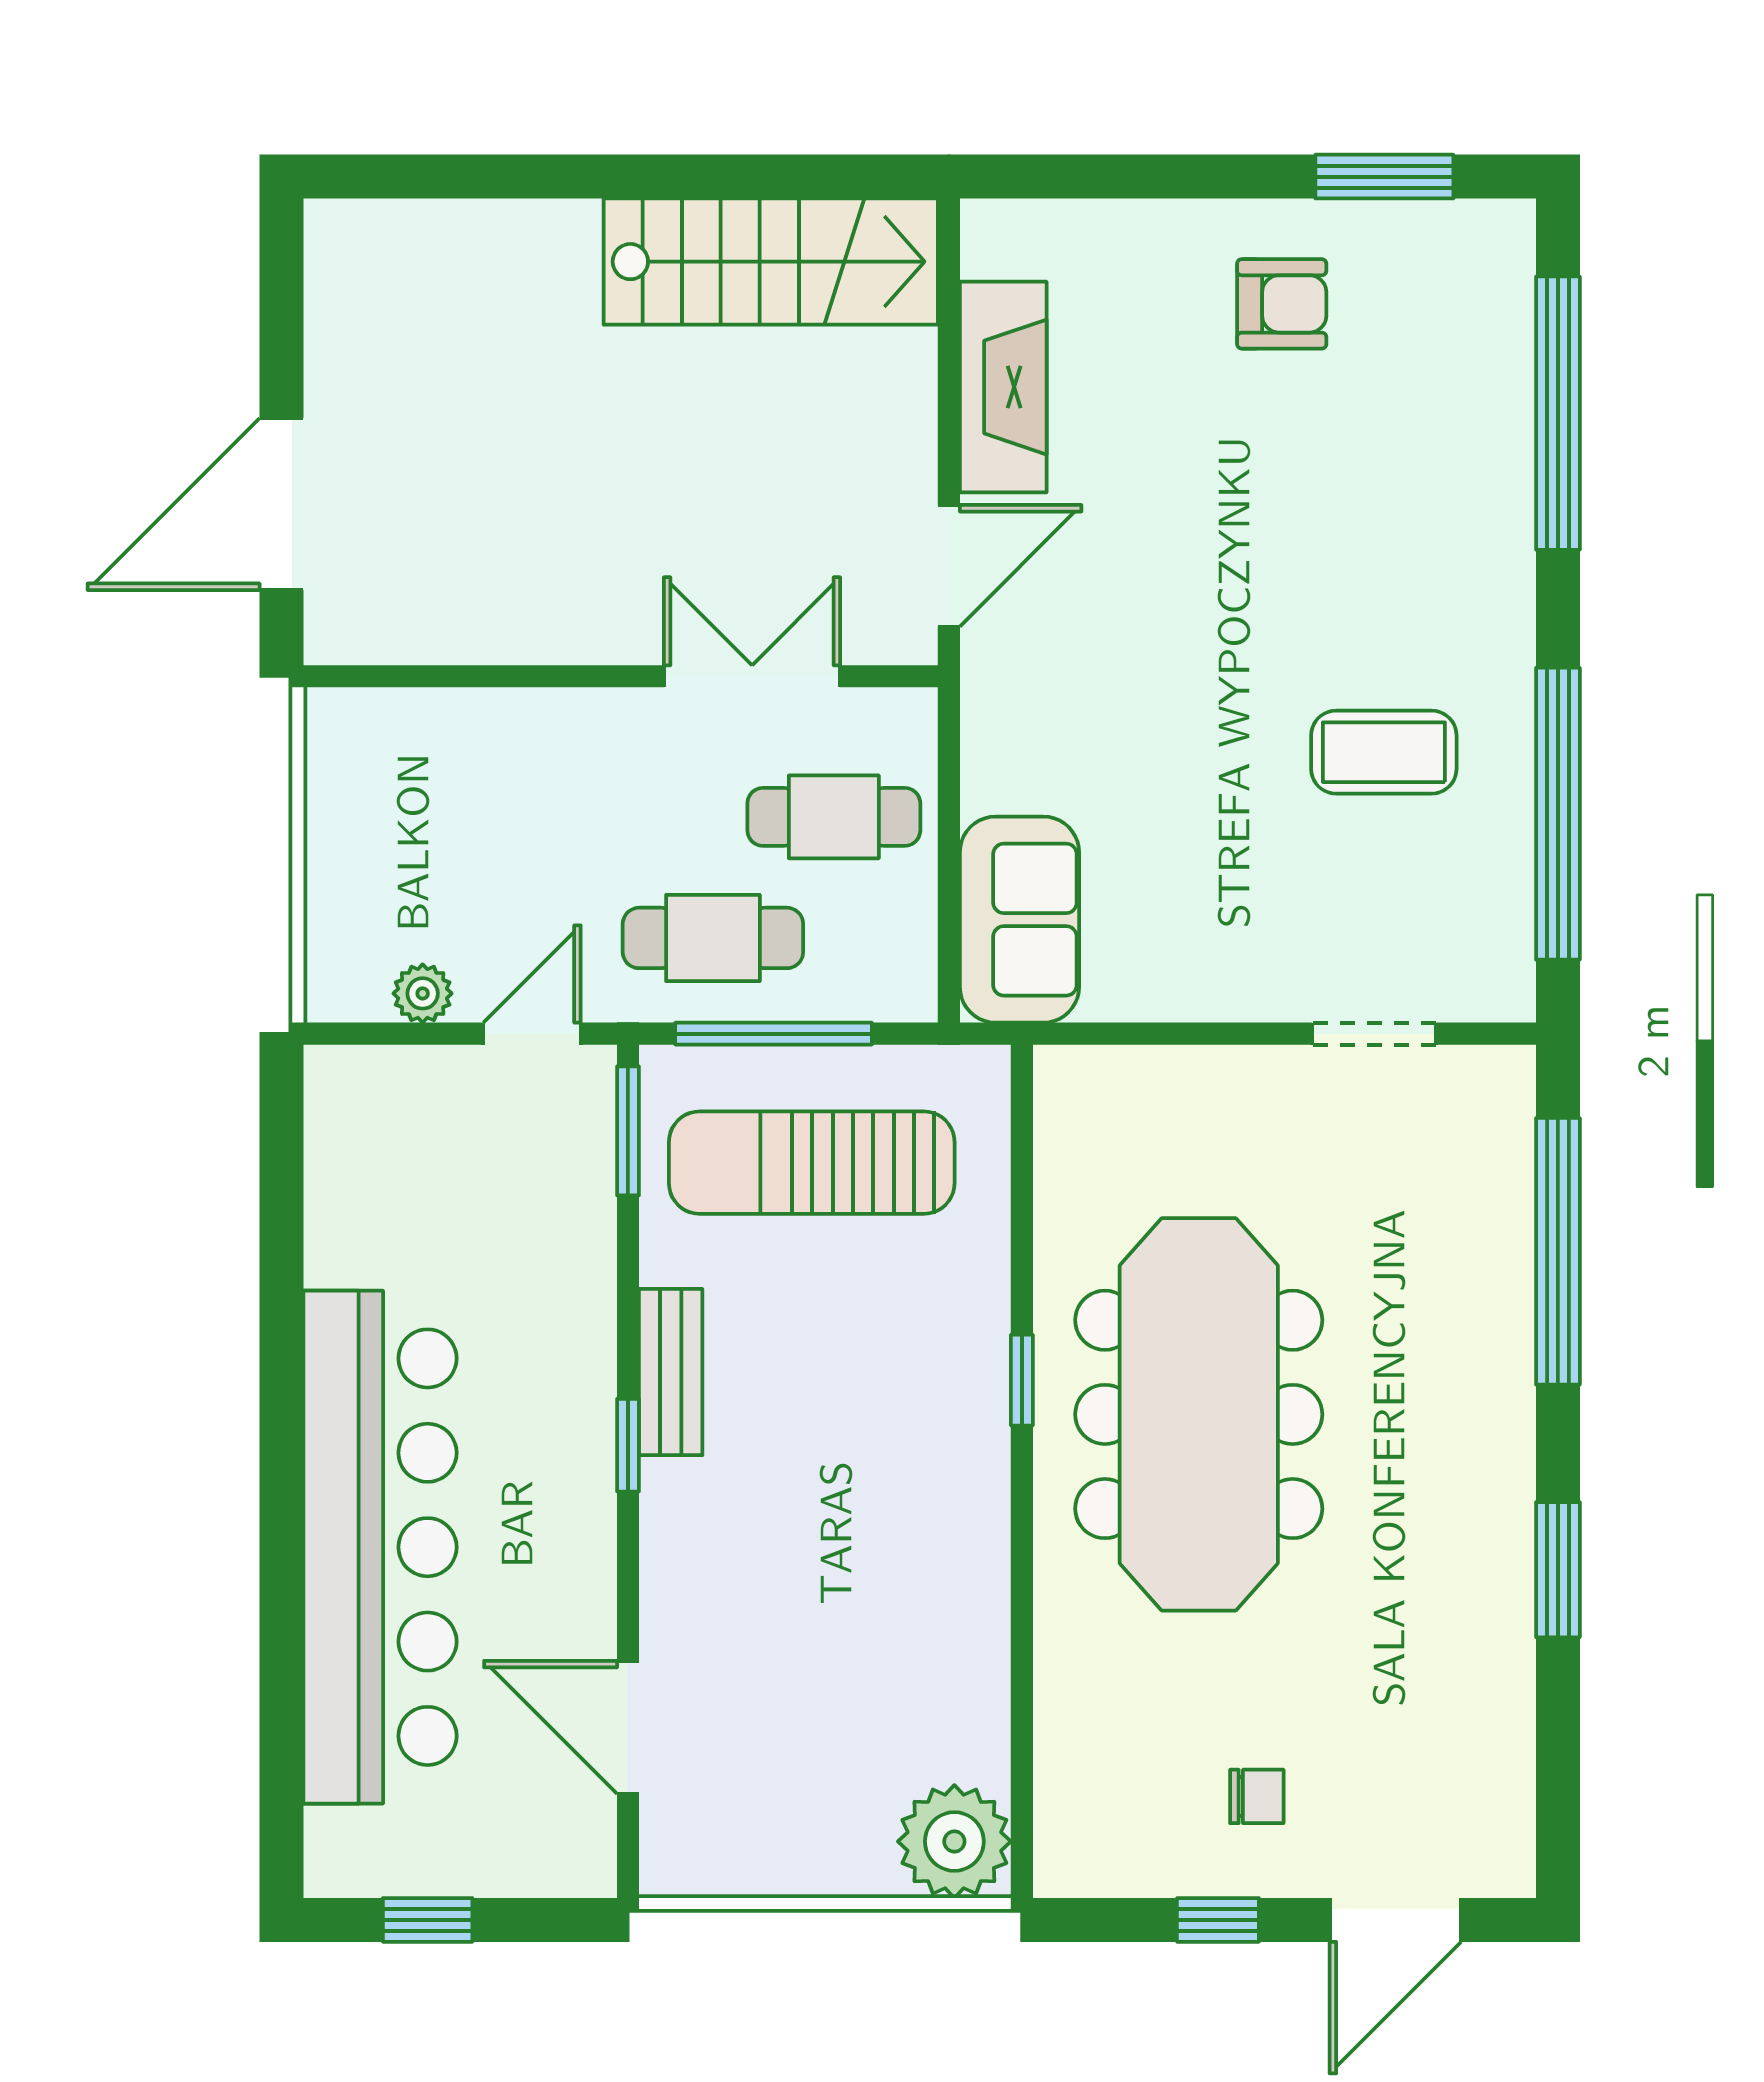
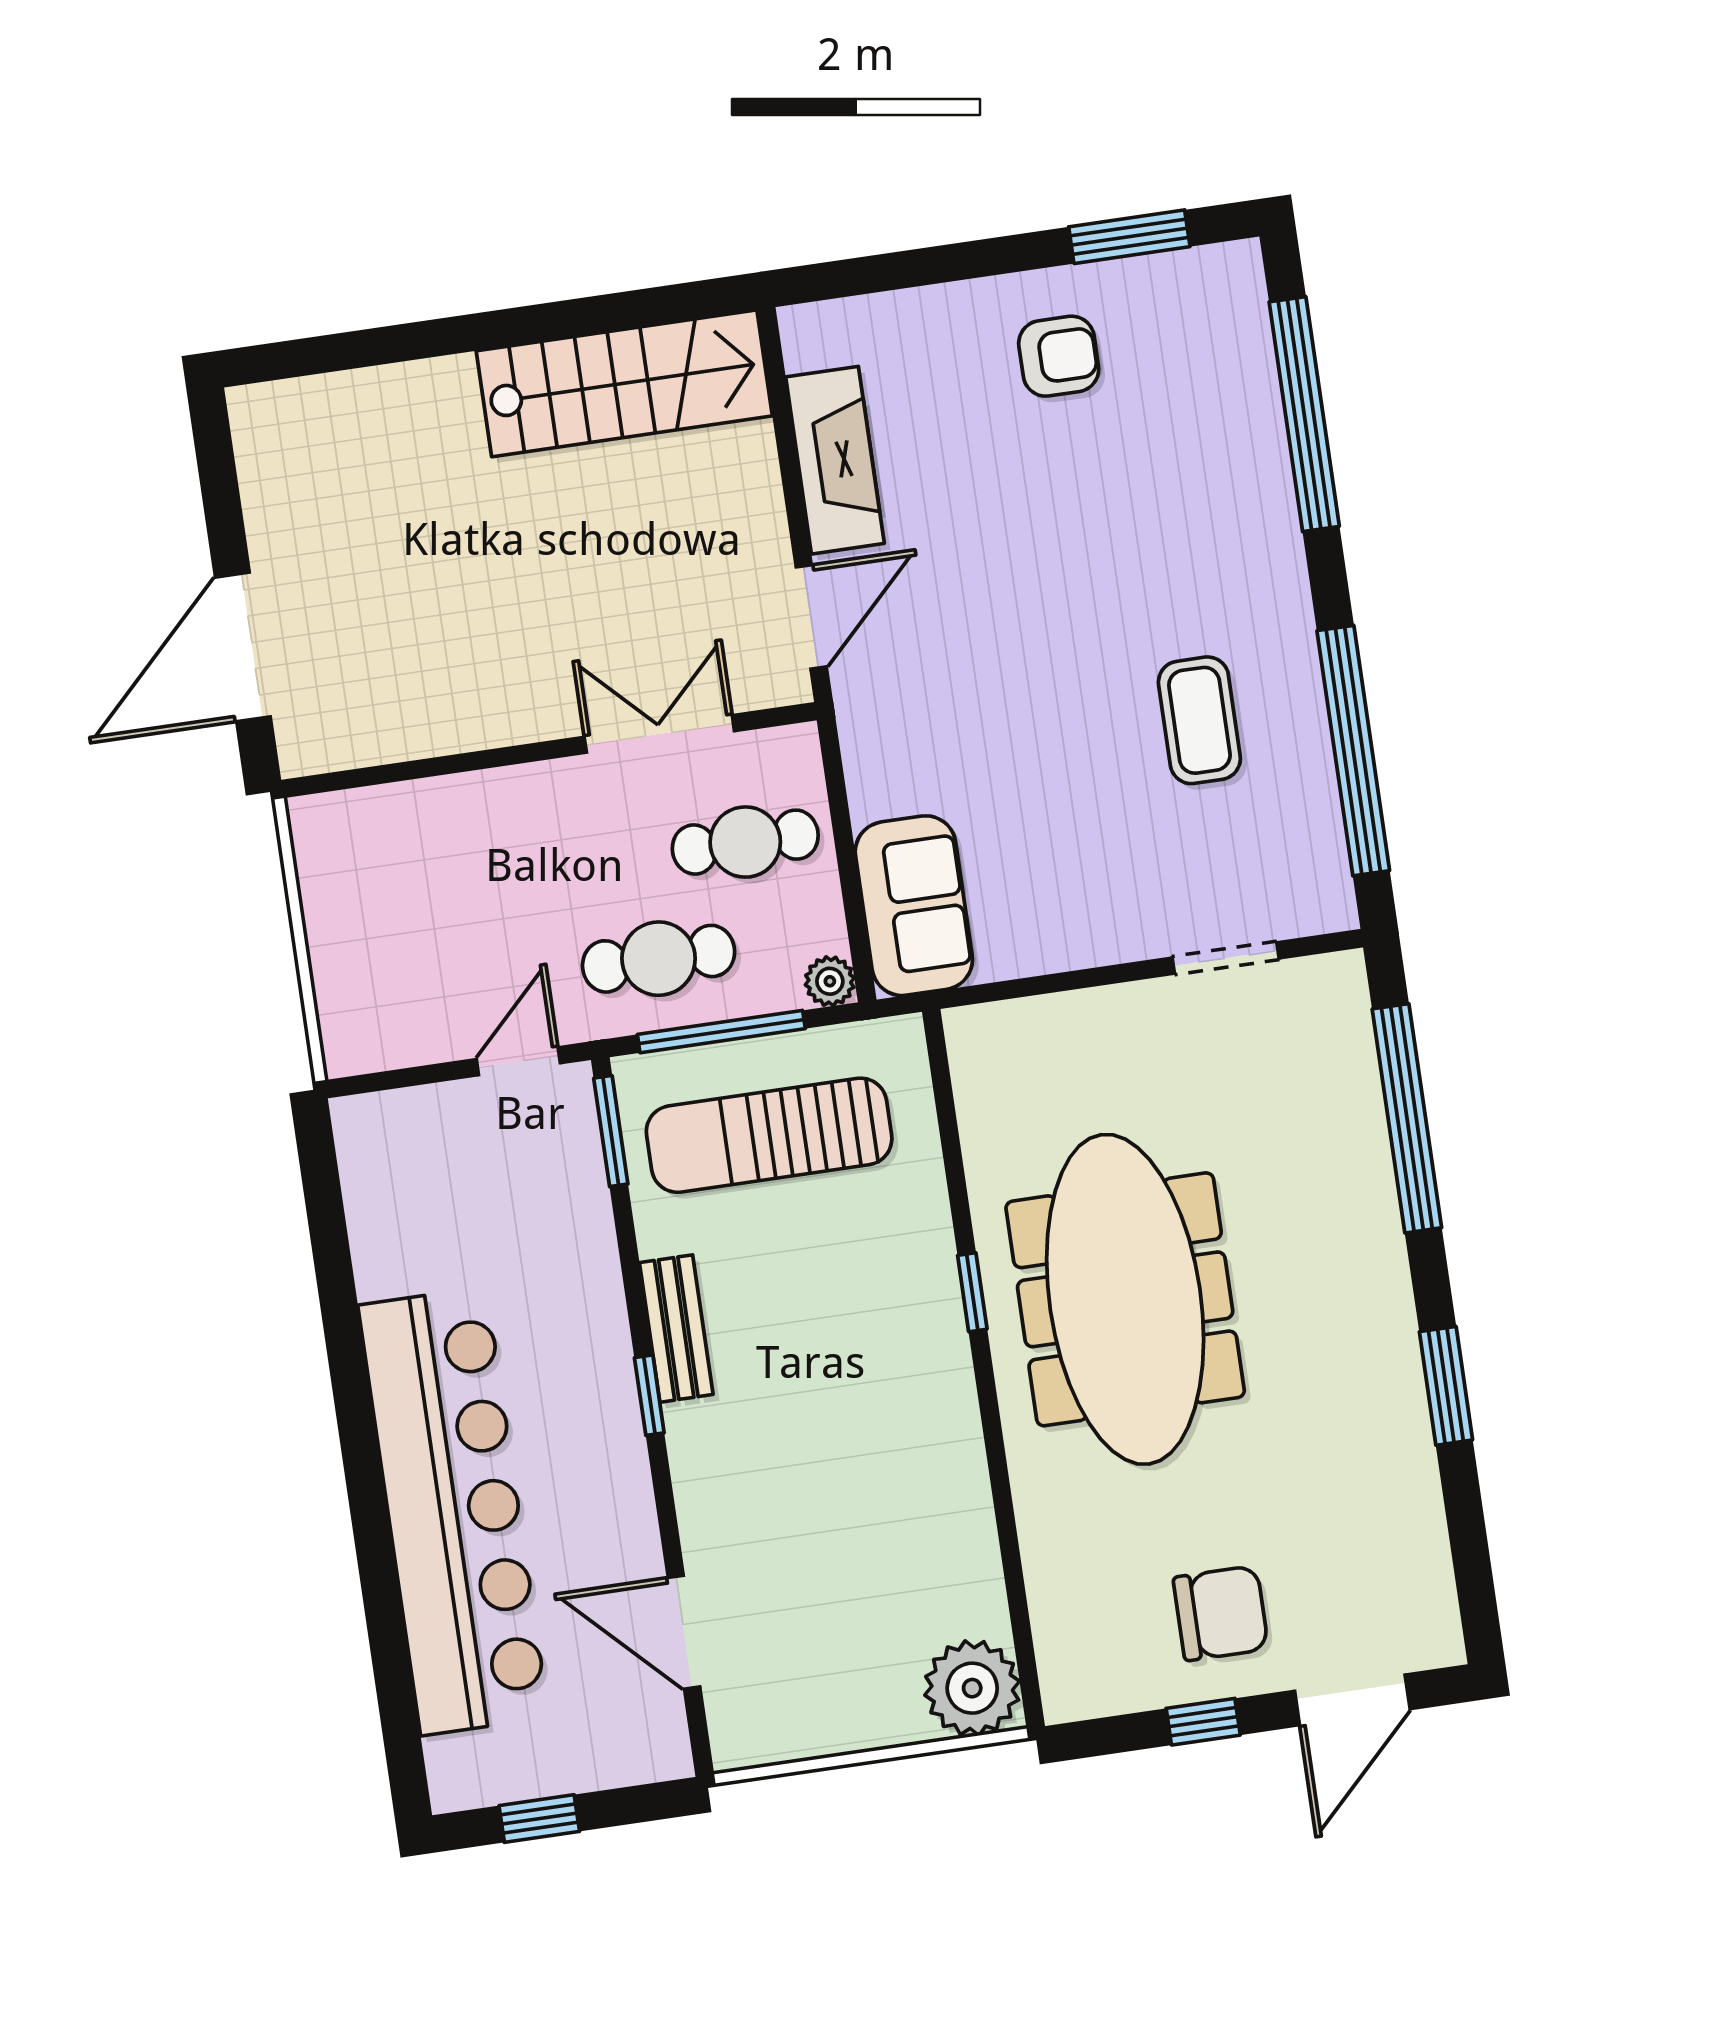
coffee table: (1384, 752) -> (1199, 720), turned 90
plant: (423, 993) -> (830, 981), moved
chair: (1257, 1796) -> (1221, 1613), width x1.87, depth x1.87

